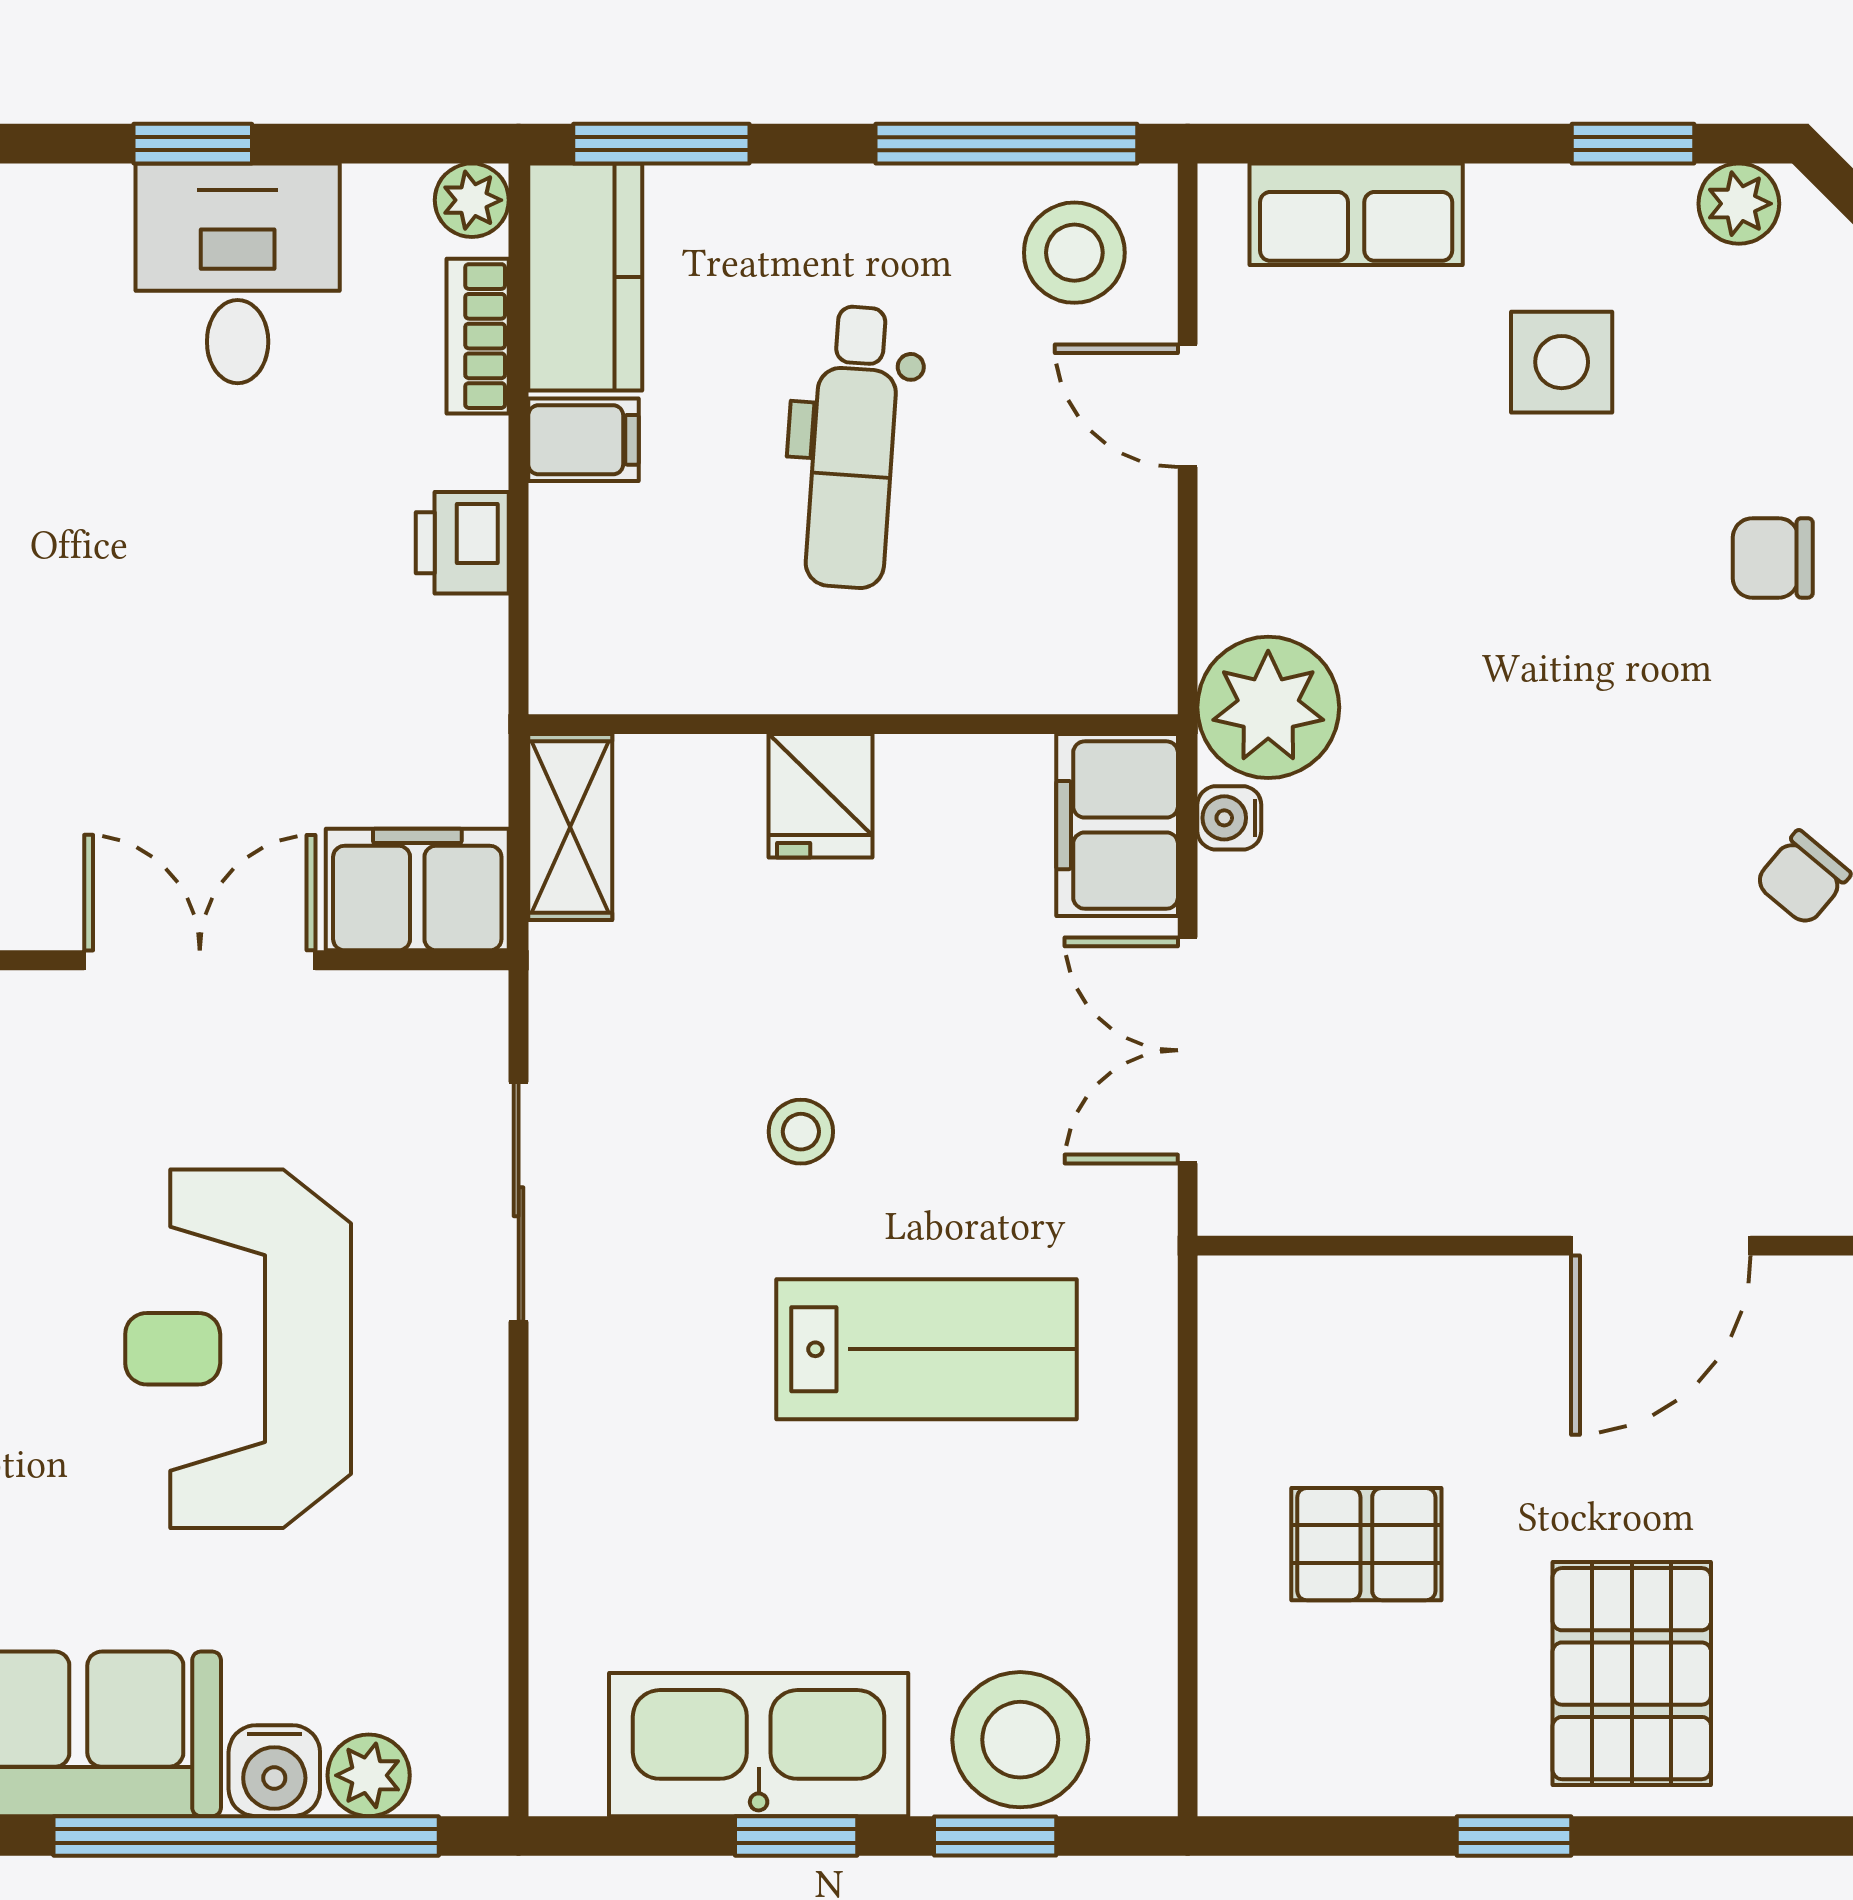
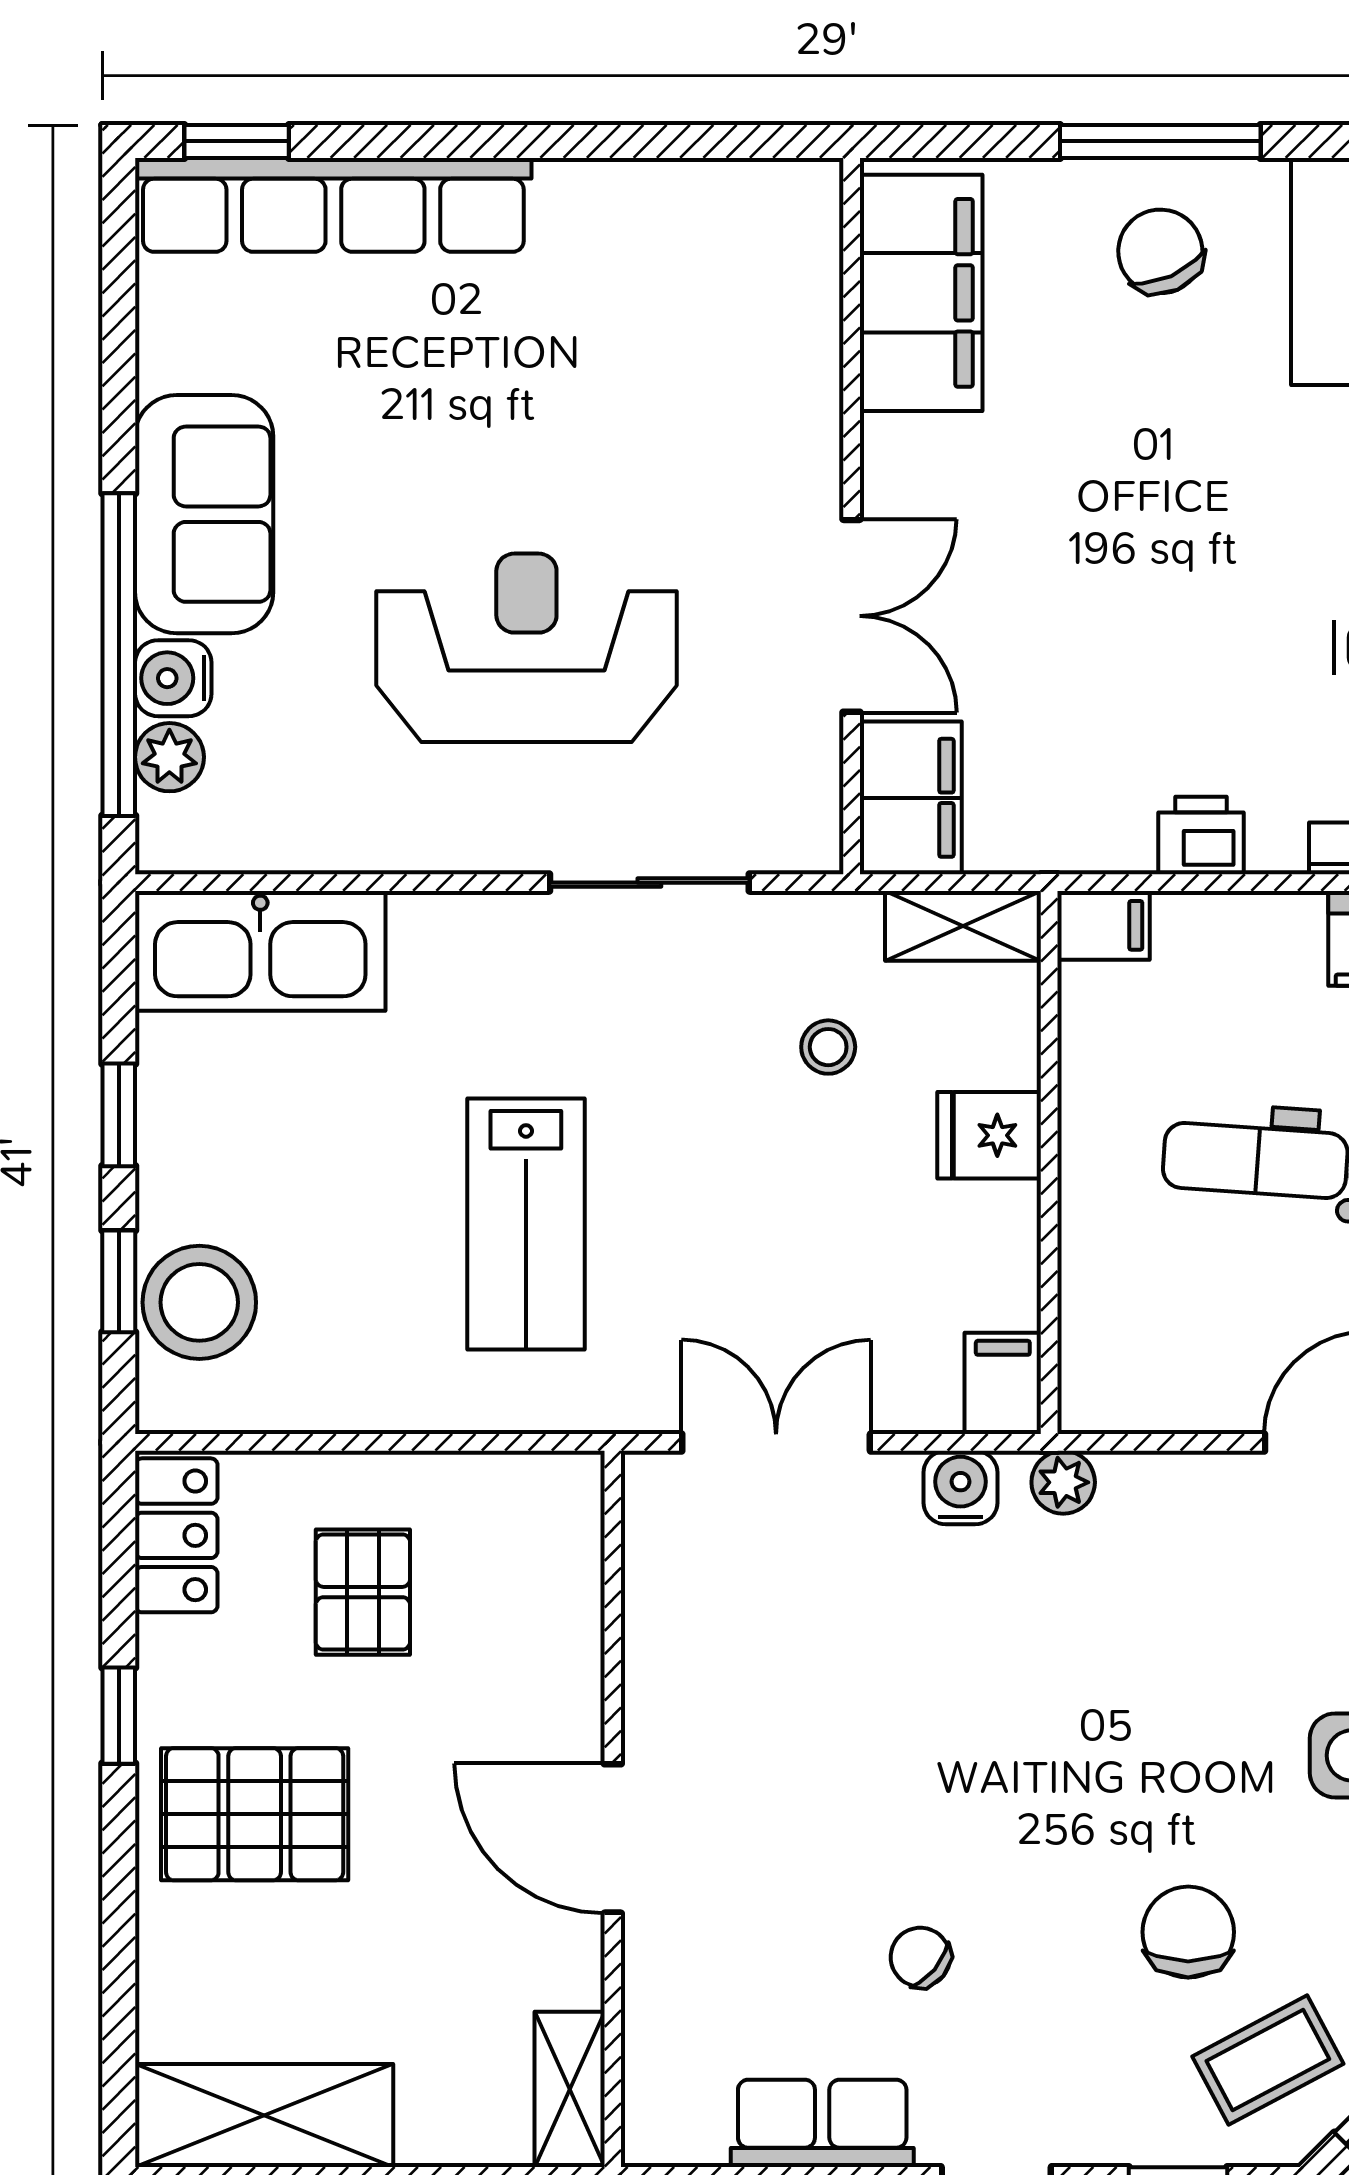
filing cabinet: (583, 440) -> (1103, 925), moved, turned -90
chair: (1773, 558) -> (1188, 1932), width x1.37, depth x1.37
plant: (1268, 707) -> (1063, 1482), width x0.53, depth x0.53
water cooler: (1229, 818) -> (960, 1488), width x1.38, depth x1.38
filing cabinet: (1117, 825) -> (1003, 1383), width x0.50
stool: (801, 1132) -> (828, 1047), moved
kitchen sink: (759, 1745) -> (260, 951), moved, turned 90
locker: (1299, 1767) -> (176, 1535), added

